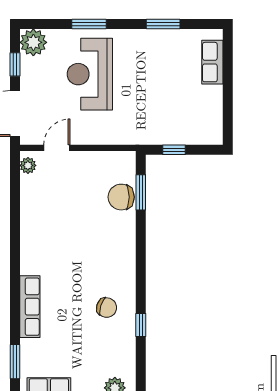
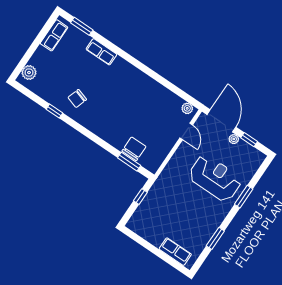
plant: (33, 42) -> (234, 139), moved, width x0.53, depth x0.53
row of seats: (30, 307) -> (101, 52), width x0.68

